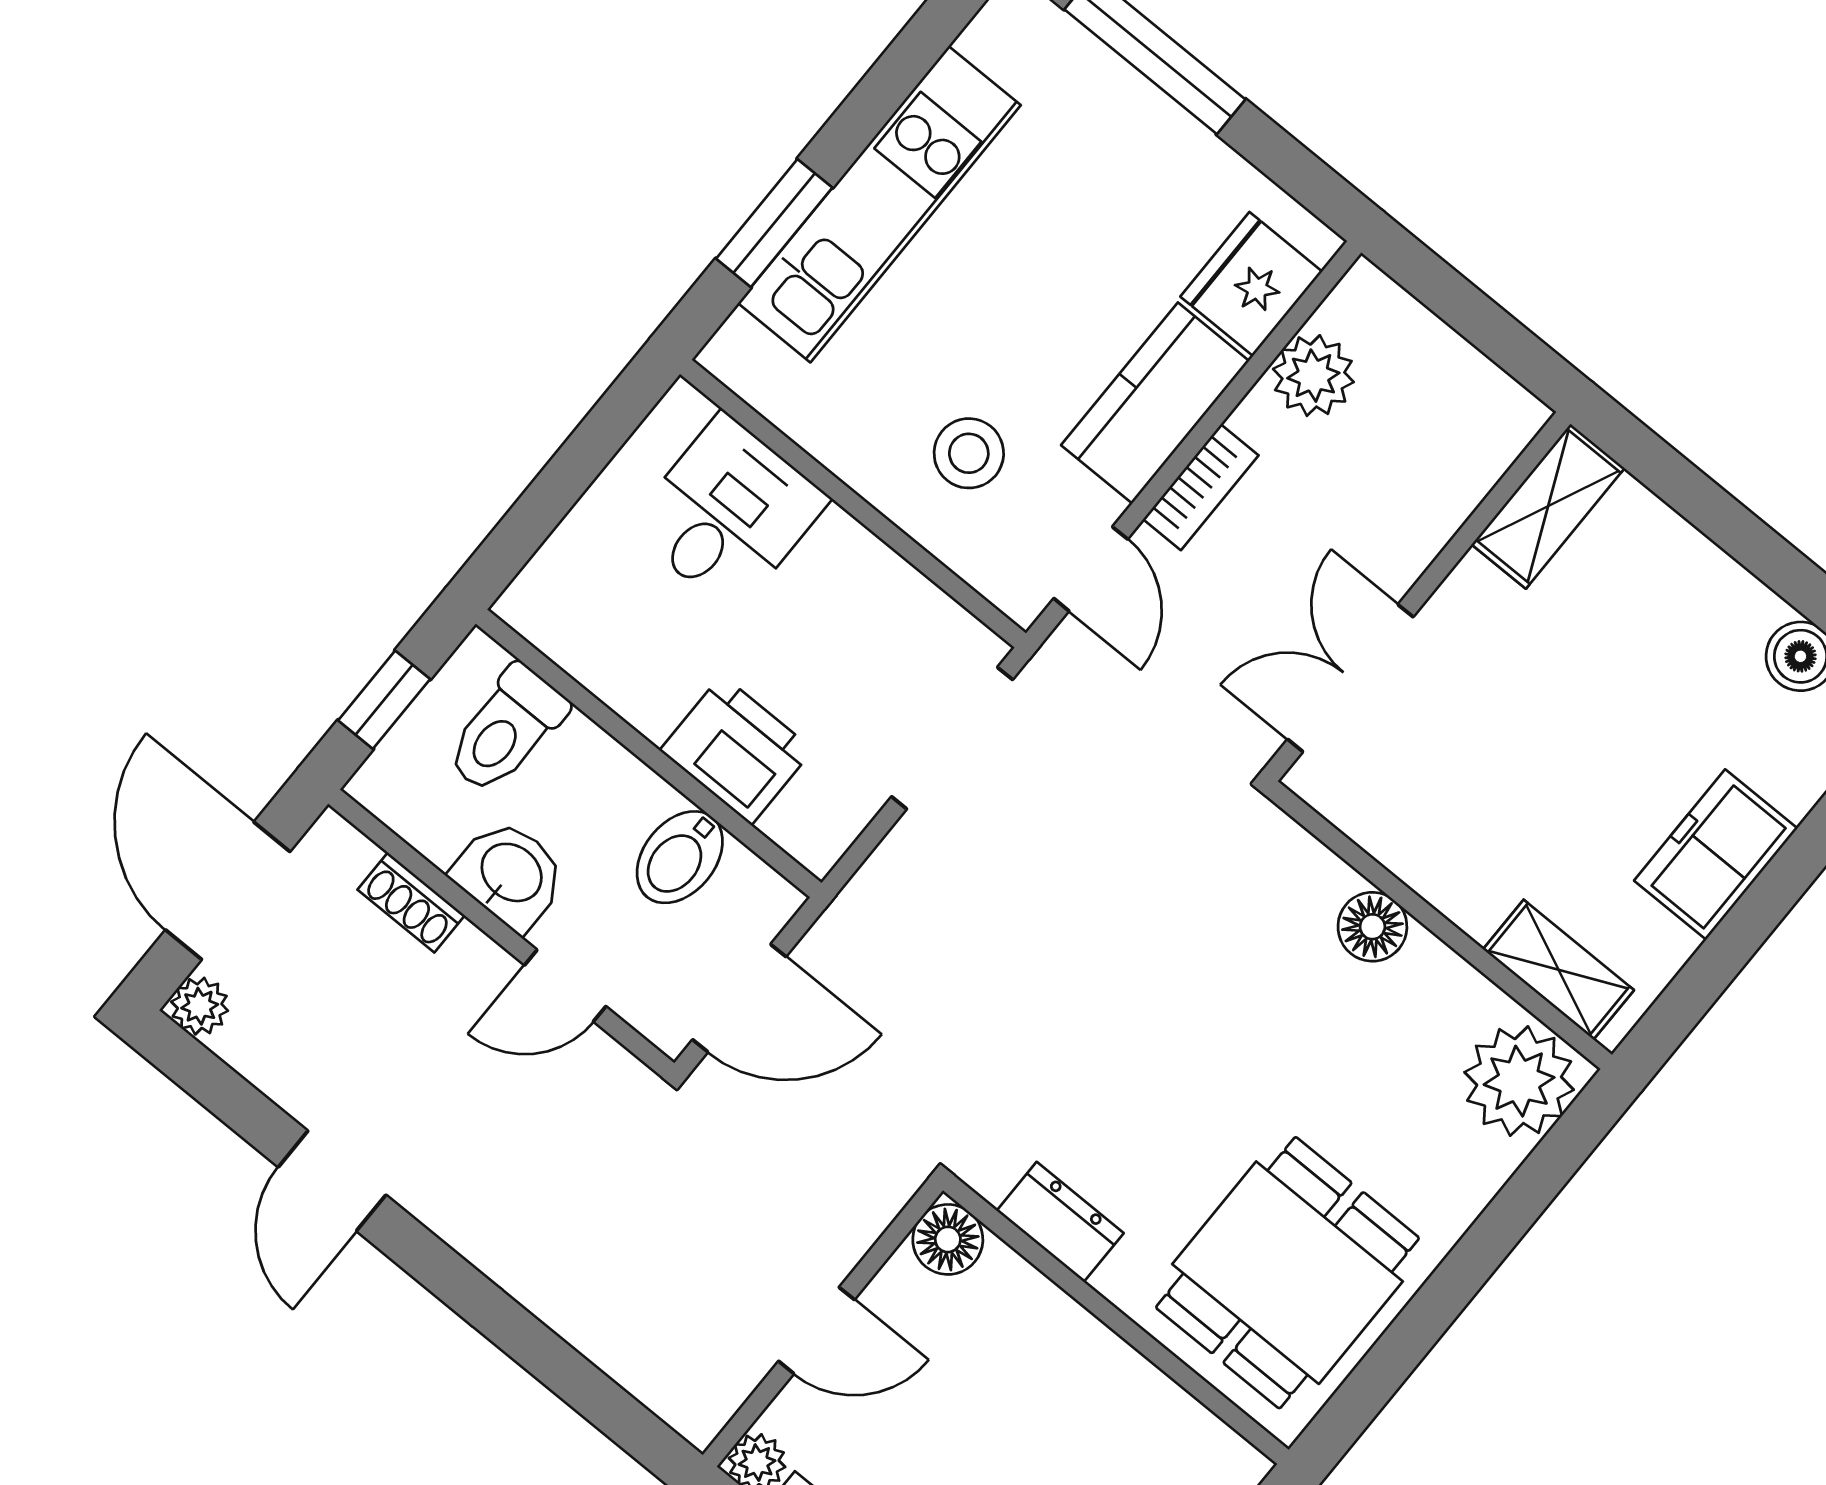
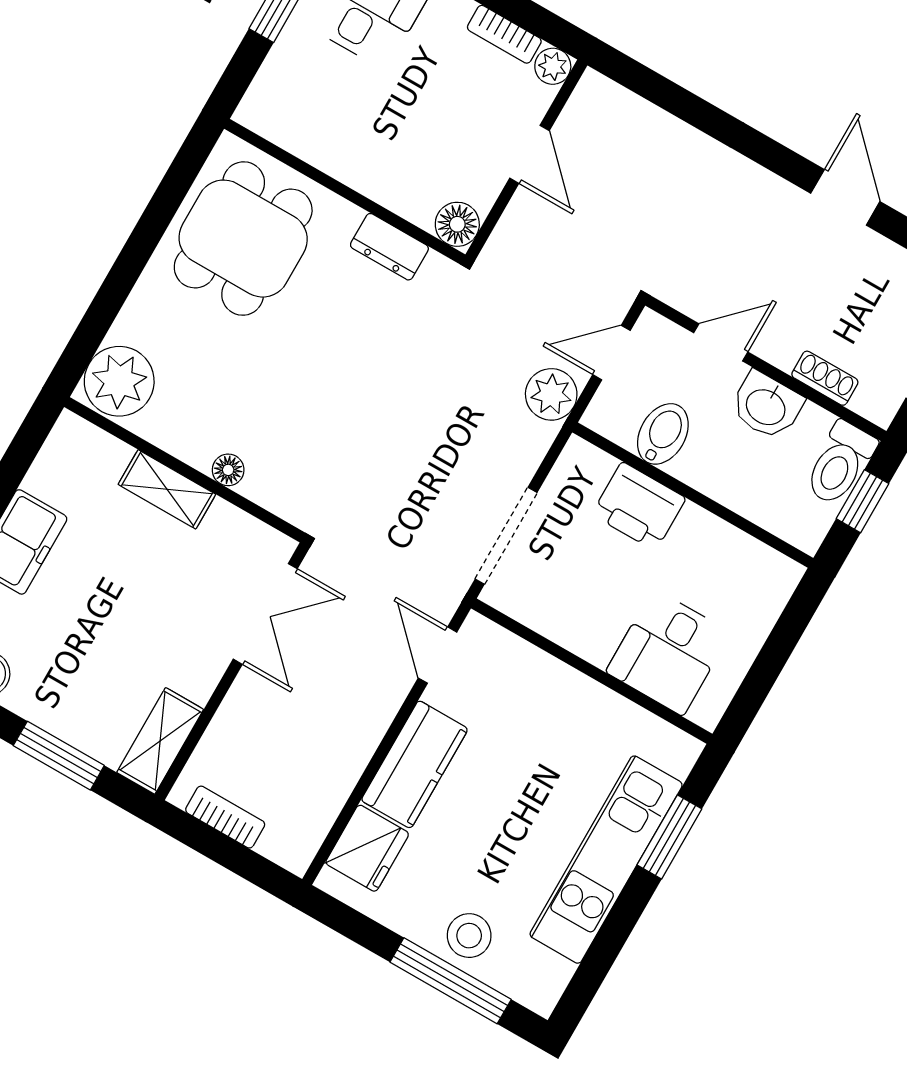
plant: (1313, 376) -> (551, 394), moved
stool: (969, 453) -> (469, 936), moved
bookcase: (1201, 487) -> (225, 817), moved, turned 90
window: (1711, 509) -> (59, 756), added
toilet: (506, 730) -> (840, 463), moved, turned 180
floor lamp: (1372, 927) -> (228, 470), width x0.73, depth x0.73
shelving: (1558, 970) -> (167, 489), moved
door: (739, 998) -> (611, 353), width x0.73
door: (816, 1330) -> (529, 154), swing flipped

